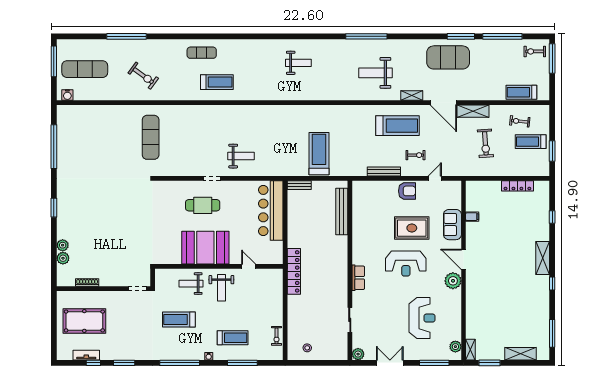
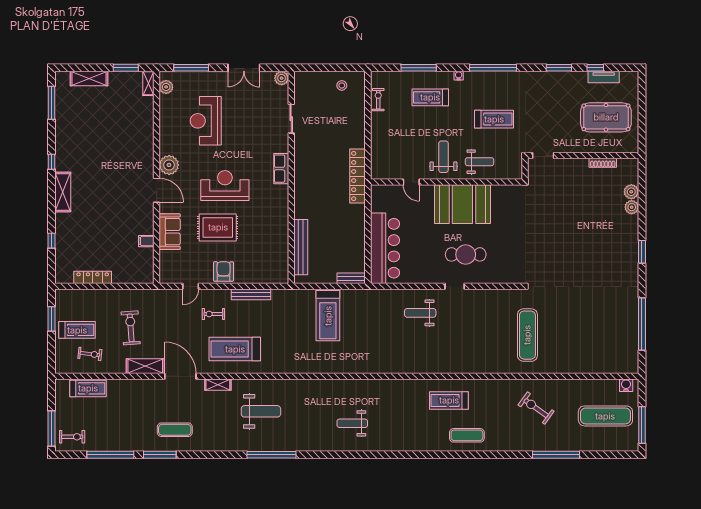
exercise mat: (448, 57) -> (175, 430), width x0.50, depth x0.69
armchair: (407, 191) -> (224, 271), turned 90

